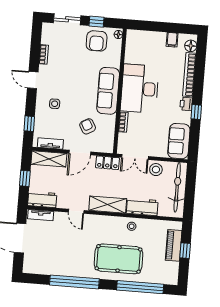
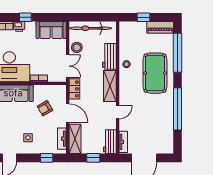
piano: (174, 245) -> (160, 27), moved

